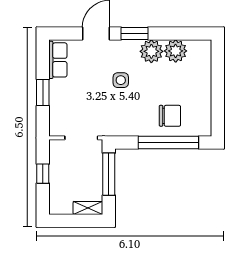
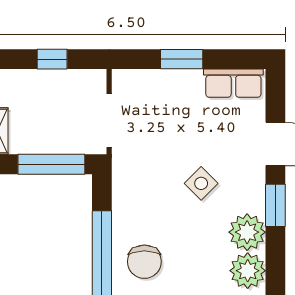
side table: (121, 80) -> (201, 183), turned 45

